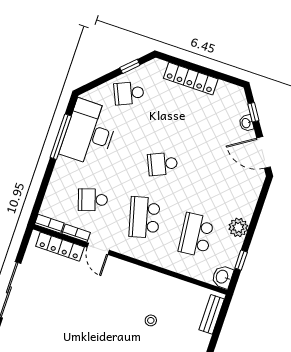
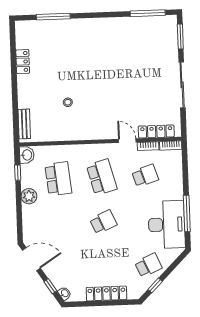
washbasin: (246, 123) -> (65, 293), moved

